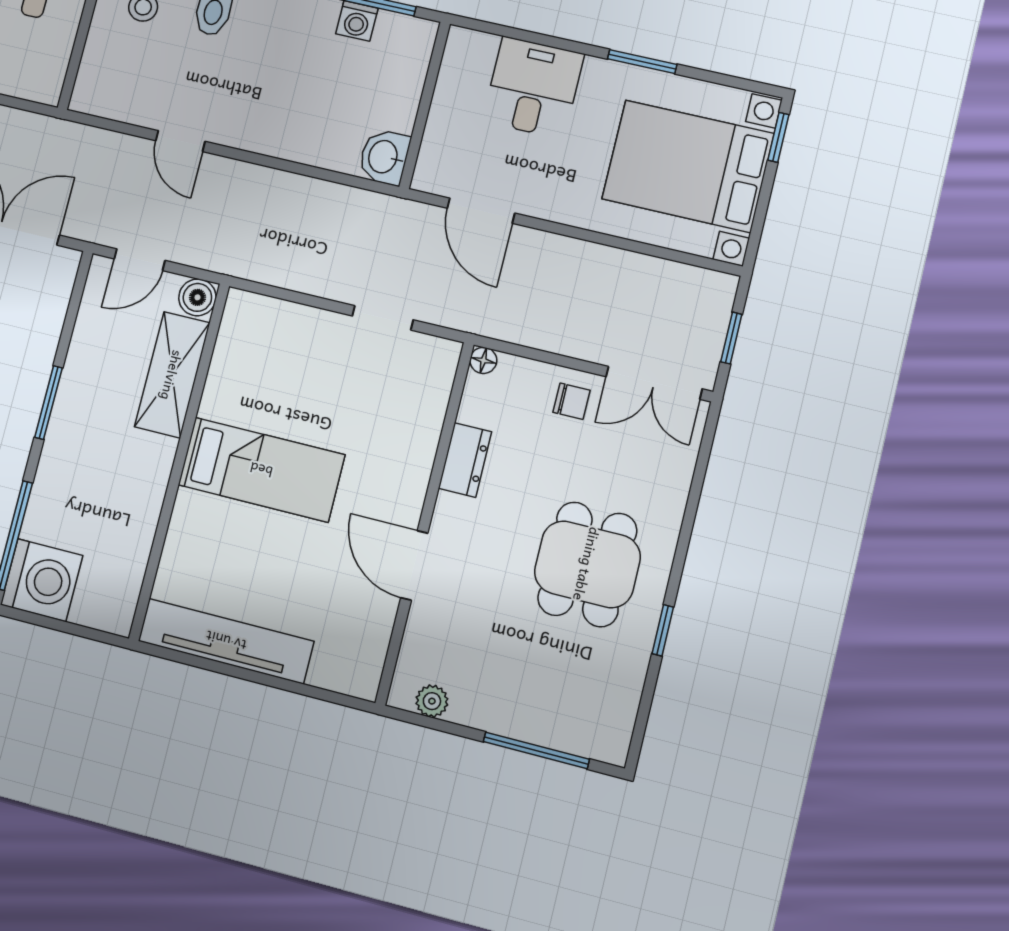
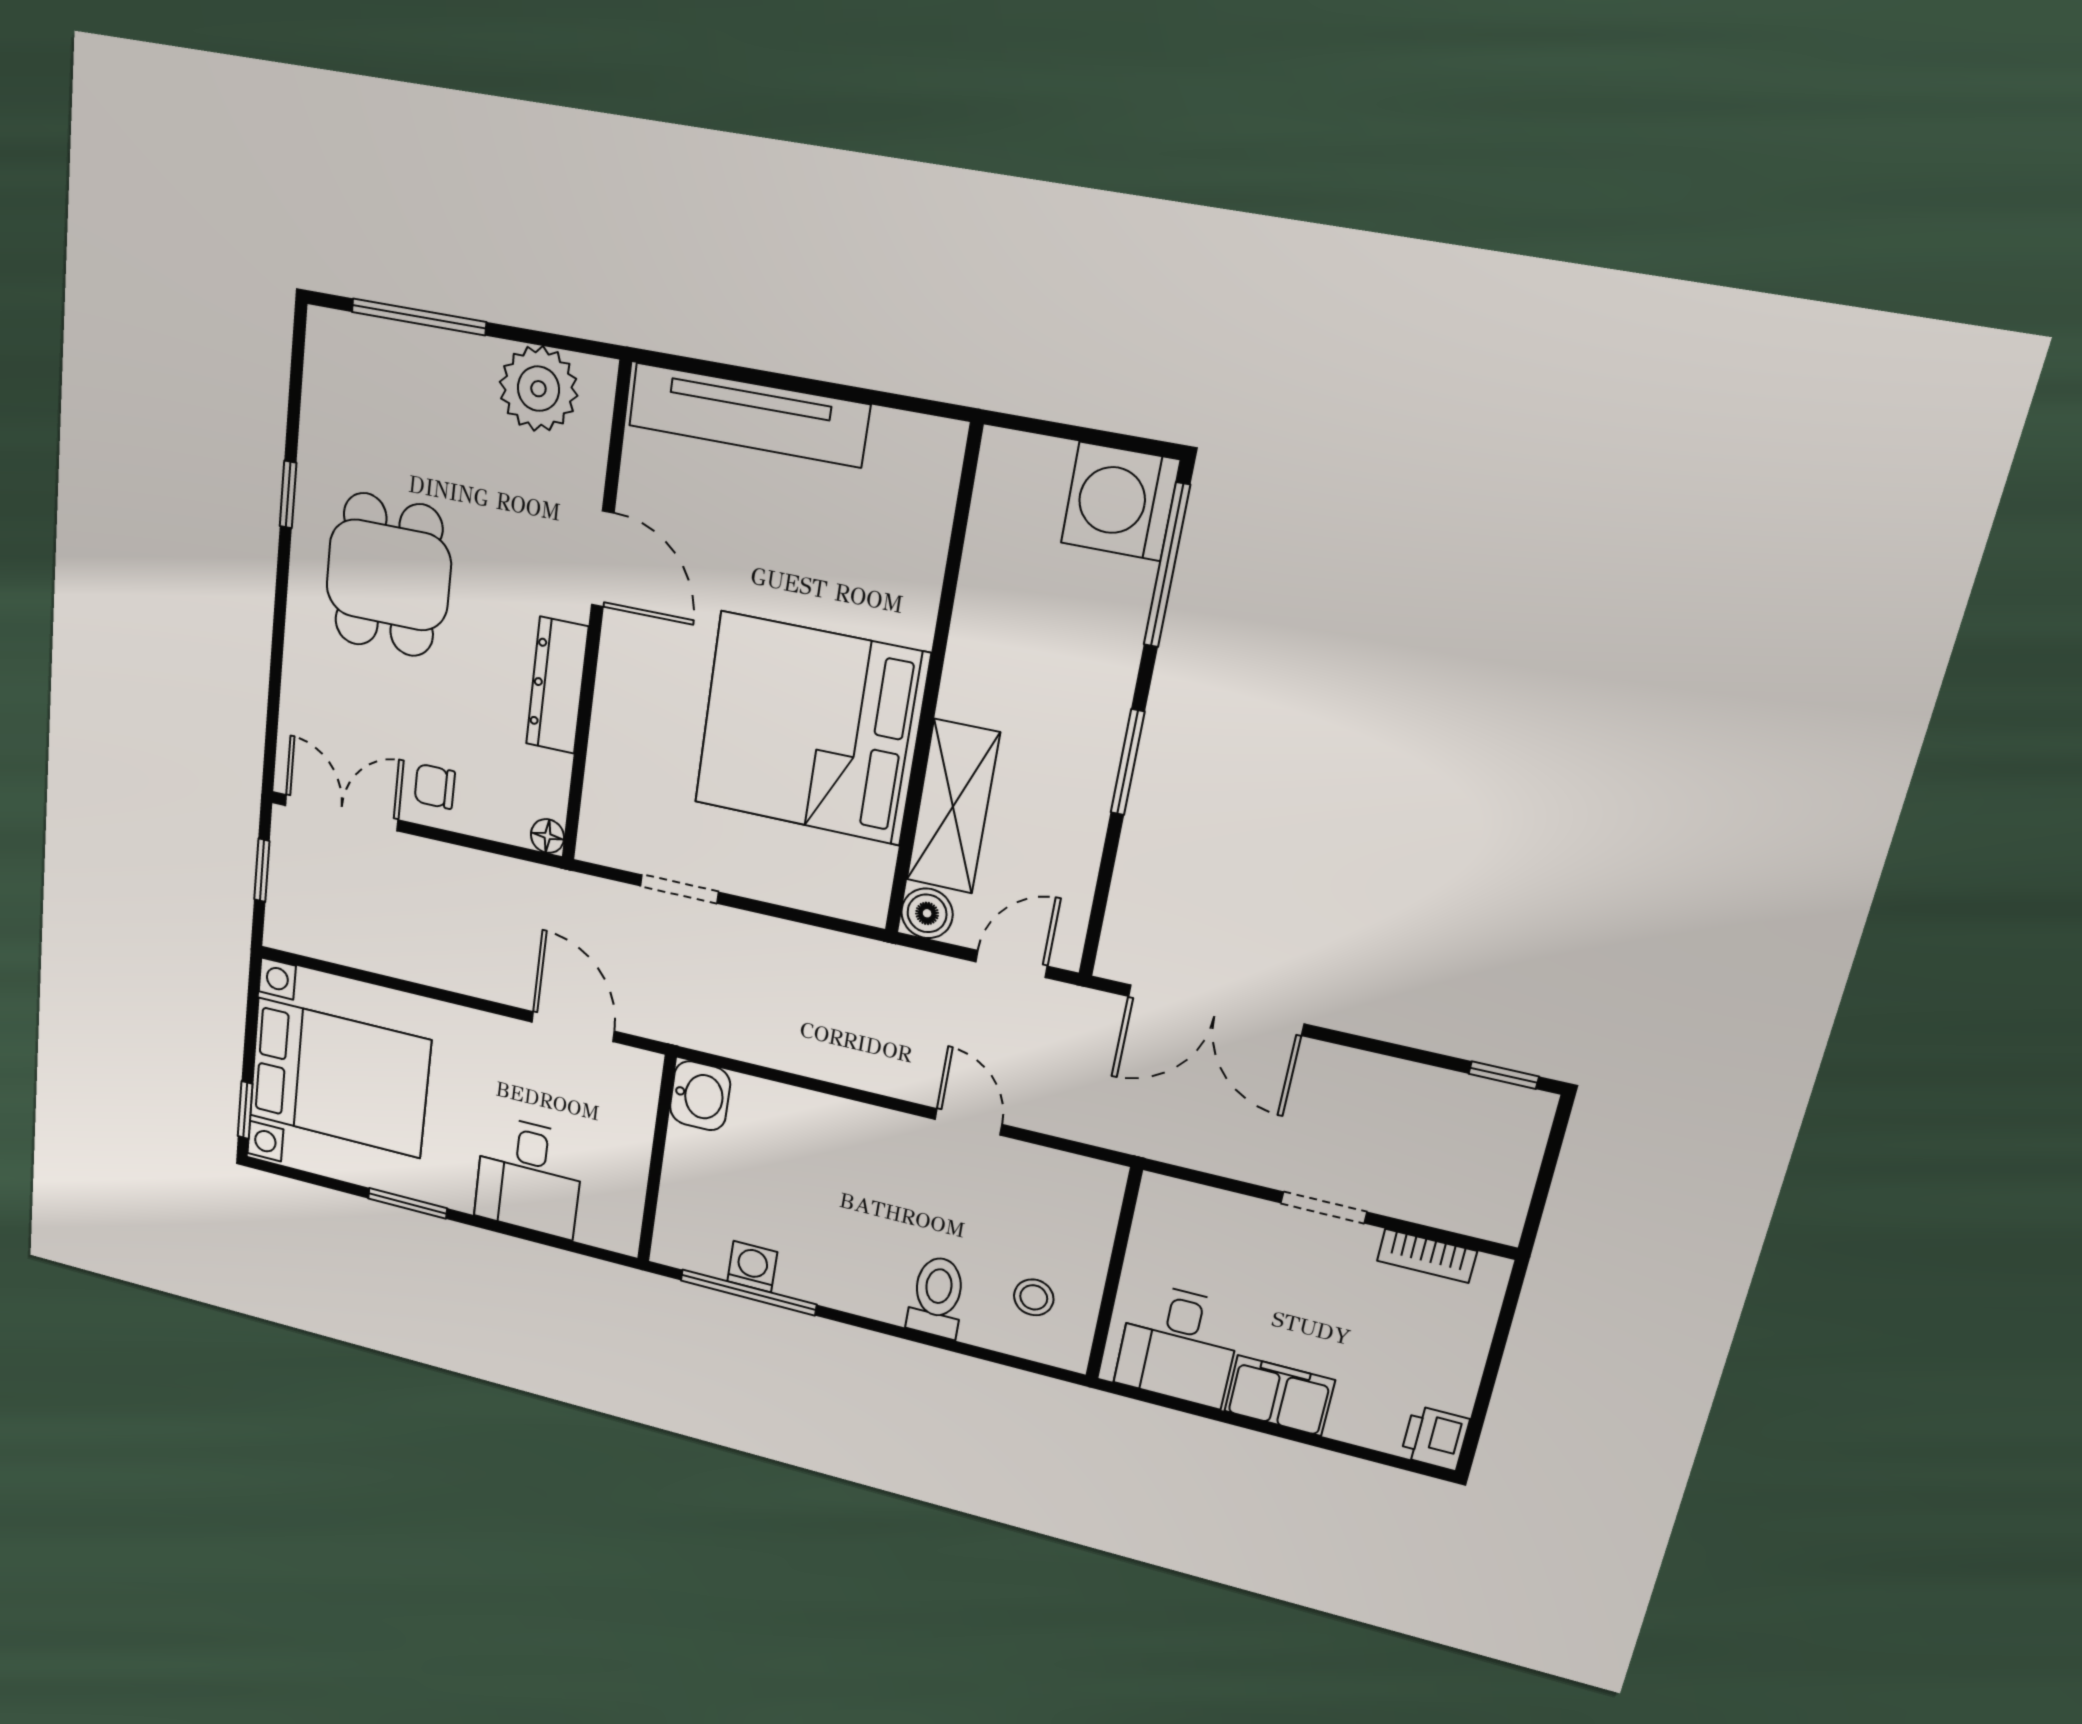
dresser: (465, 460) -> (557, 685), width x1.44
bed: (261, 470) -> (811, 729), width x2.04
tv unit: (226, 641) -> (748, 415), moved
plant: (432, 701) -> (538, 389), width x1.88, depth x1.88

